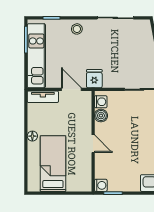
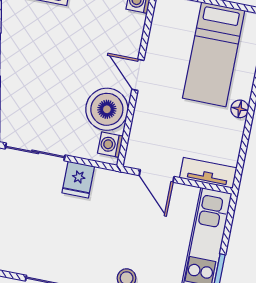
fridge: (94, 79) -> (78, 180), moved
boiler: (101, 116) -> (107, 109), width x1.86, depth x1.86

